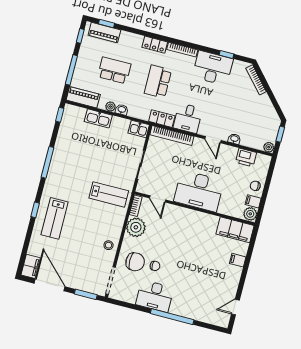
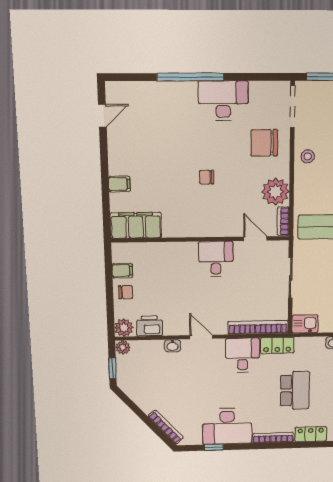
desk: (199, 191) -> (216, 259), width x0.53, depth x0.77
plant: (250, 214) -> (124, 328), moved
chair: (155, 266) -> (206, 177), moved

